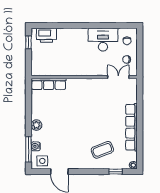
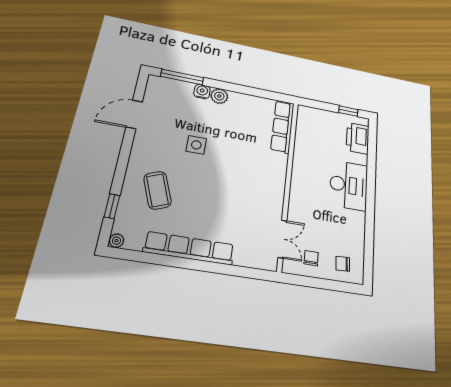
desk: (103, 40) -> (349, 185), moved
water cooler: (36, 146) -> (202, 92), moved
side table: (42, 161) -> (196, 145), moved

